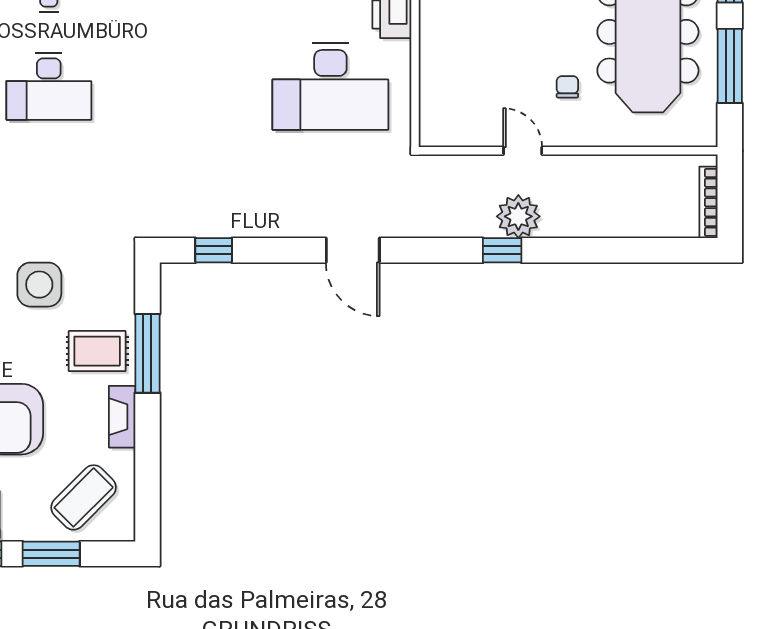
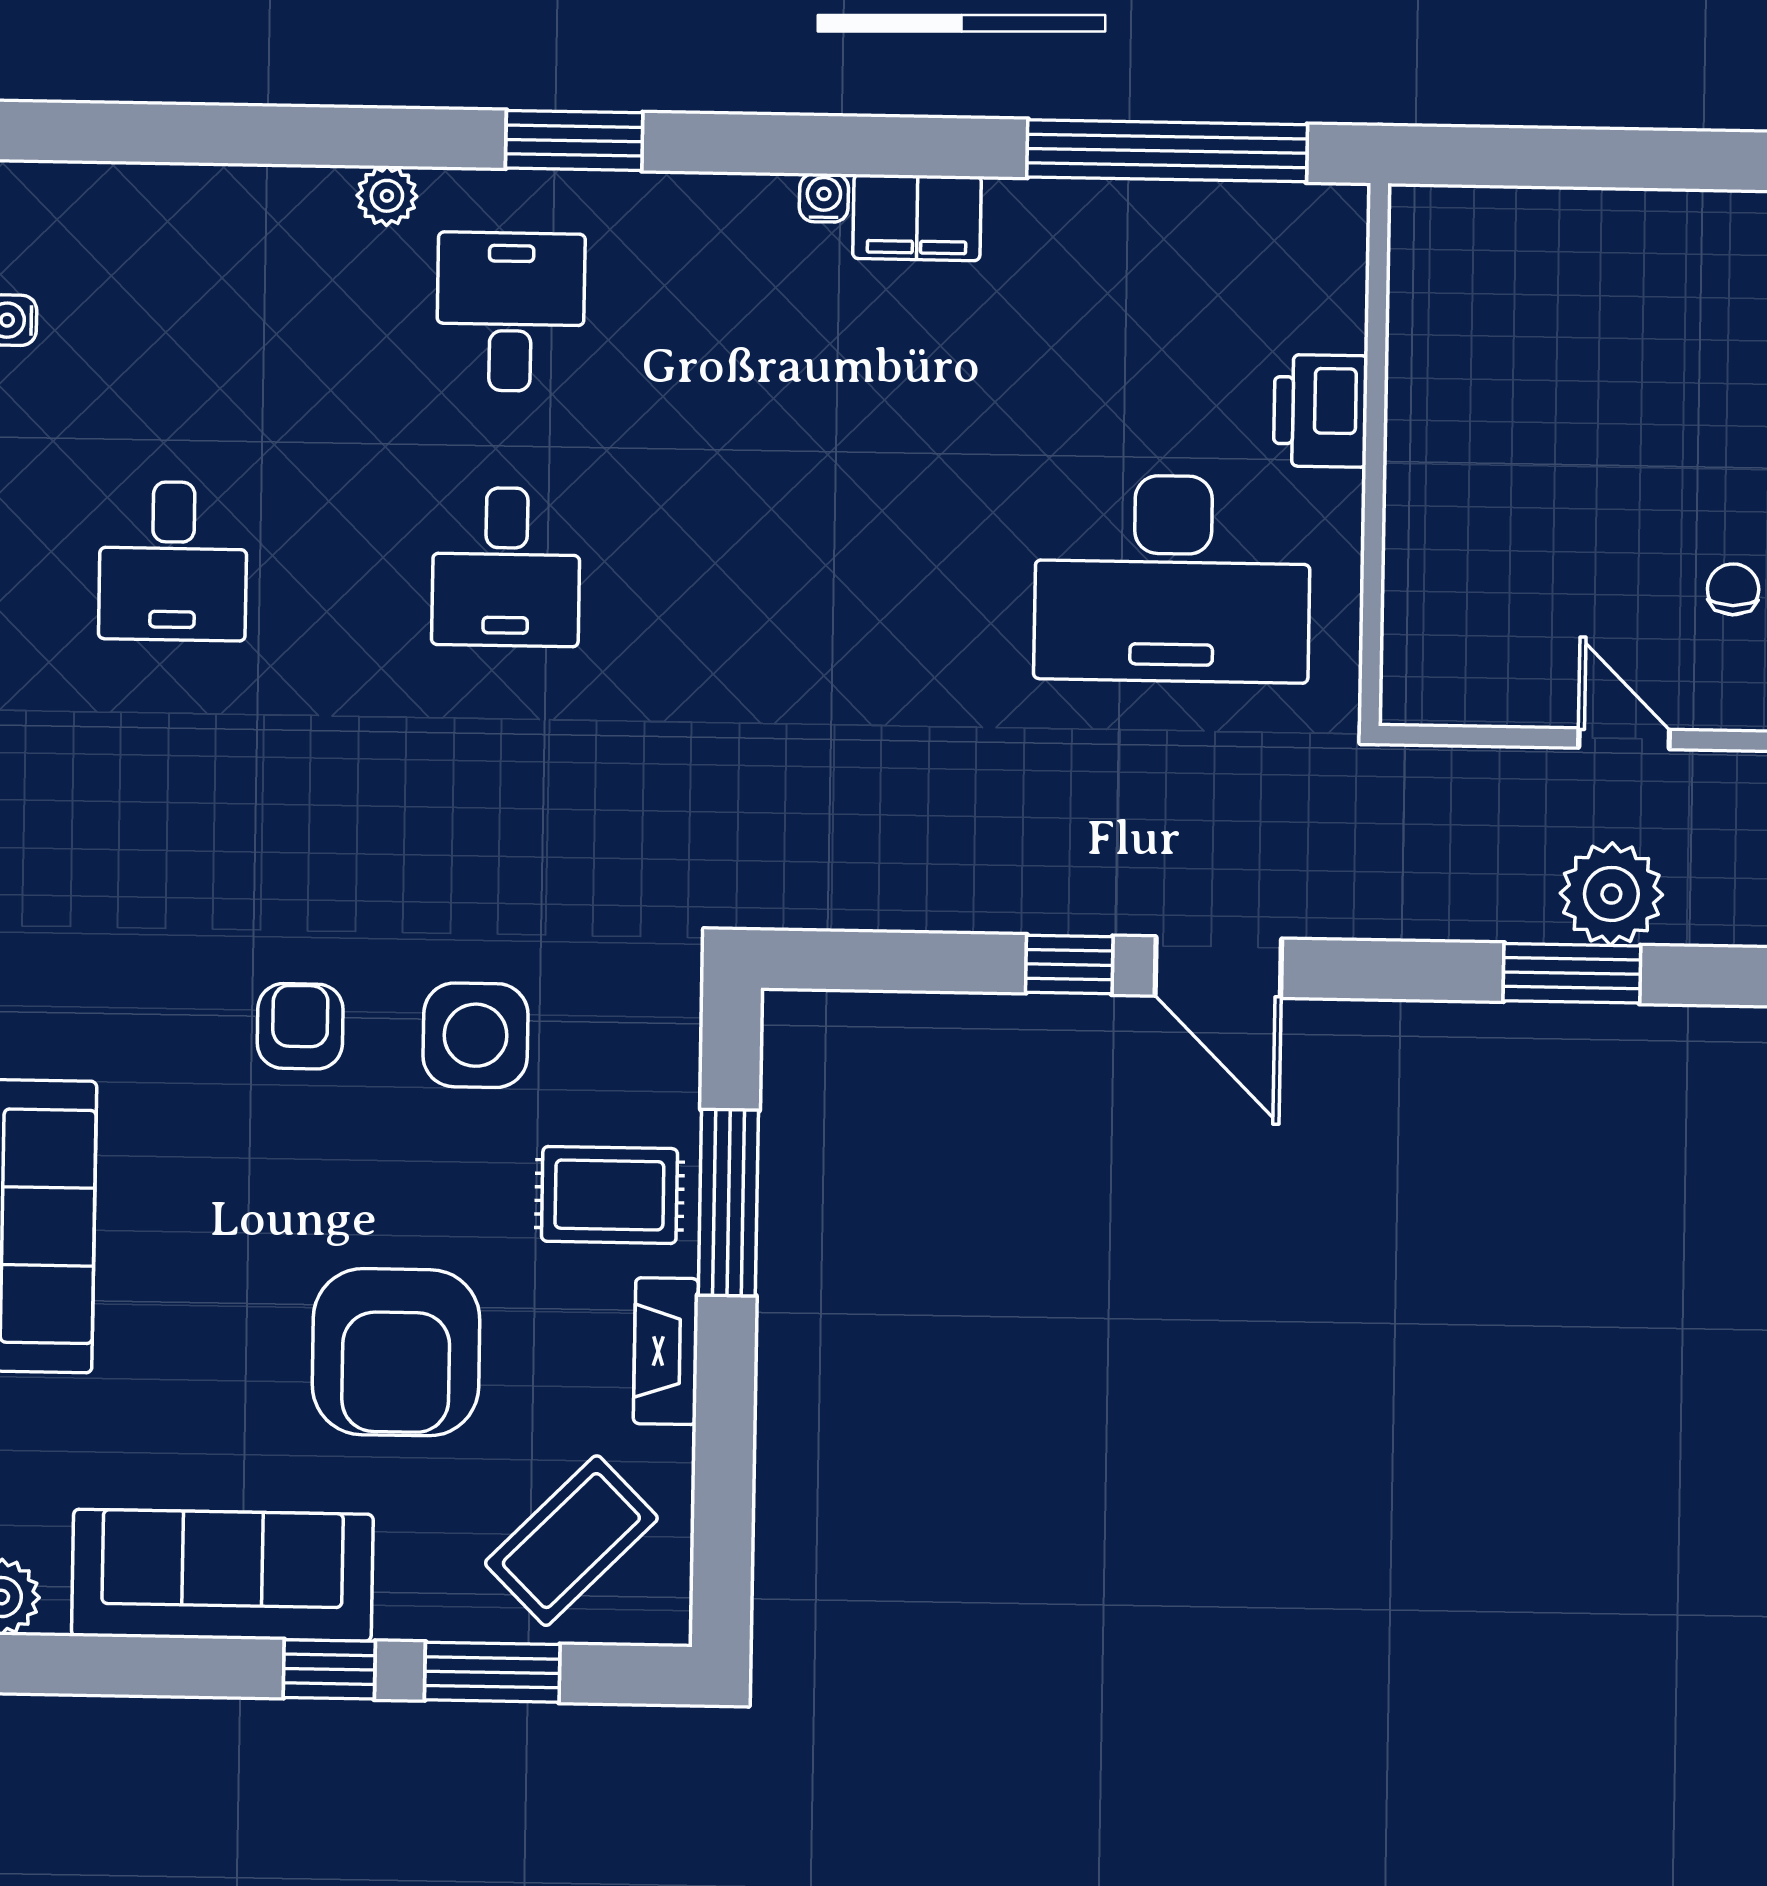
desk: (49, 86) -> (506, 567), width x0.73
window: (214, 250) -> (1069, 965), moved
window: (502, 250) -> (1572, 973), width x1.50

